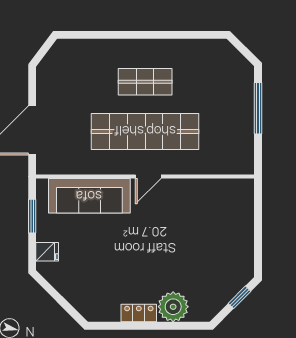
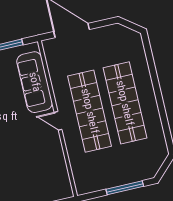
shop shelf: (145, 82) -> (125, 103), width x2.00, depth x1.36

